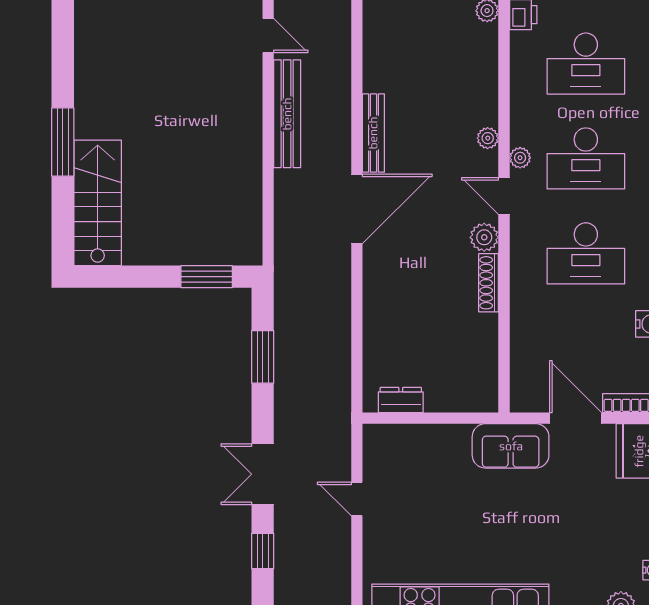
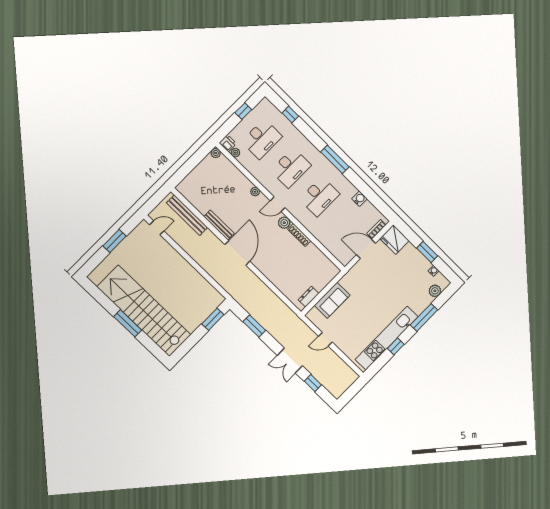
bench: (287, 114) -> (187, 215), moved
plant: (520, 158) -> (235, 153), moved
stairs: (98, 203) -> (144, 311), width x1.86, depth x1.51
sofa: (511, 446) -> (332, 300), moved

